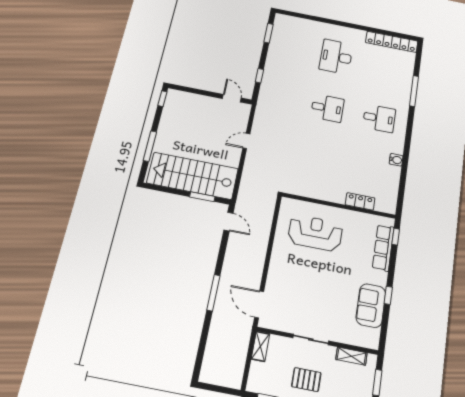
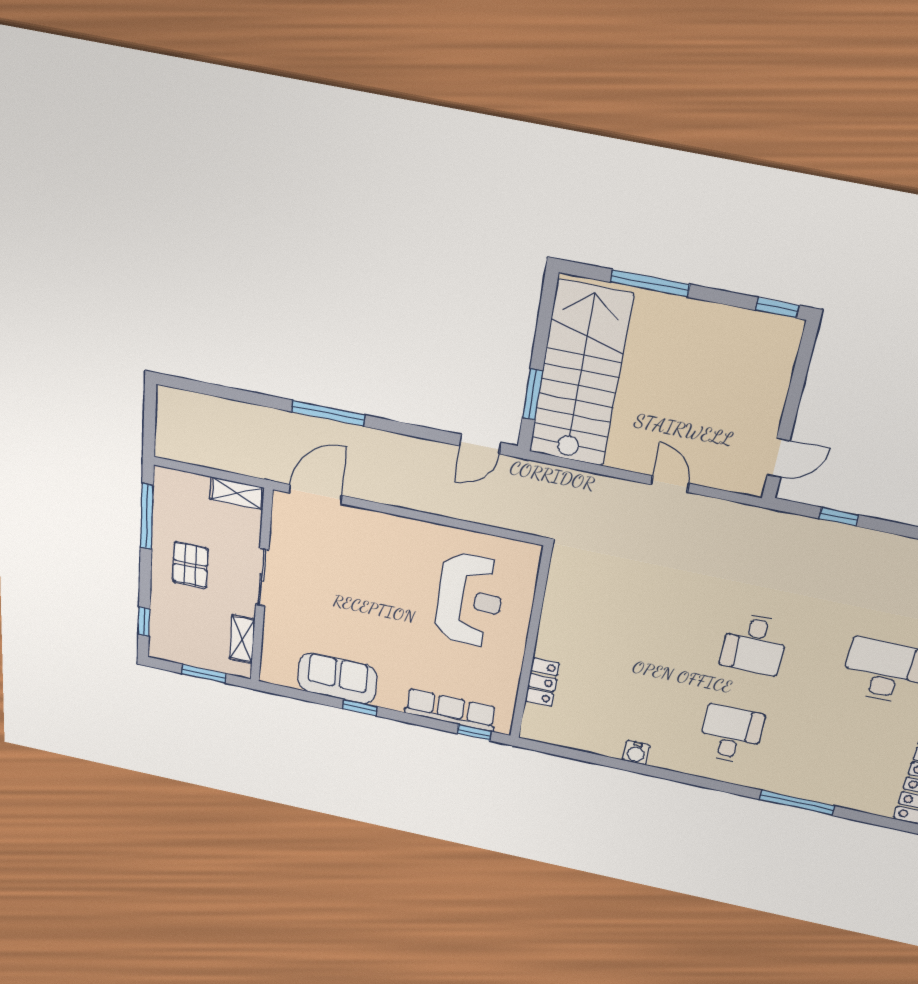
desk: (379, 118) -> (731, 735), turned 180

